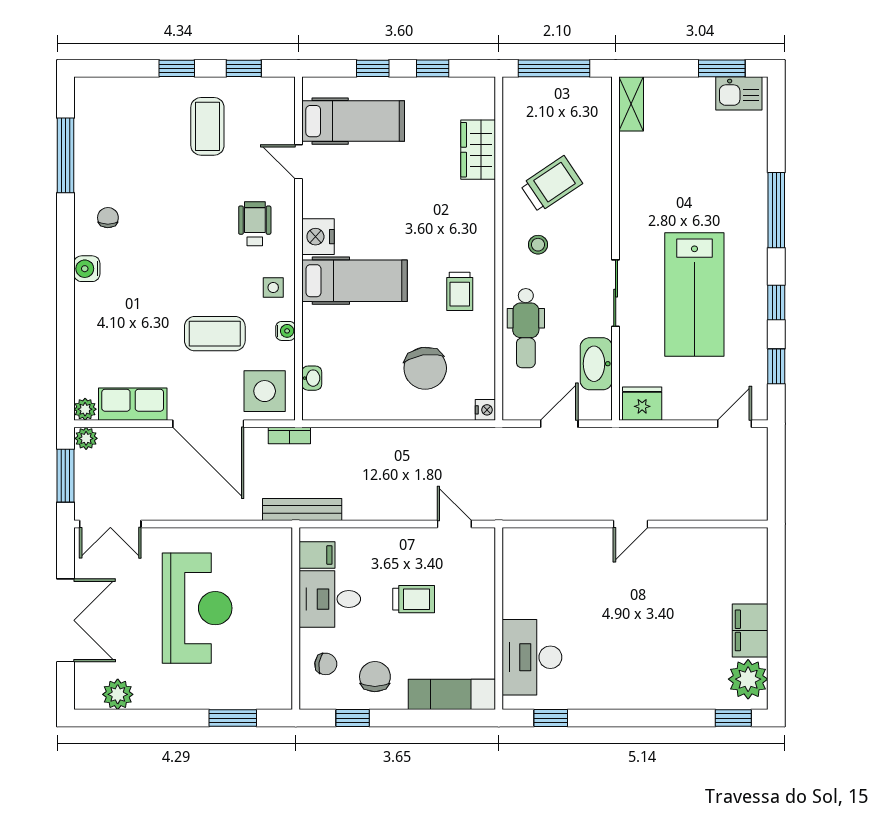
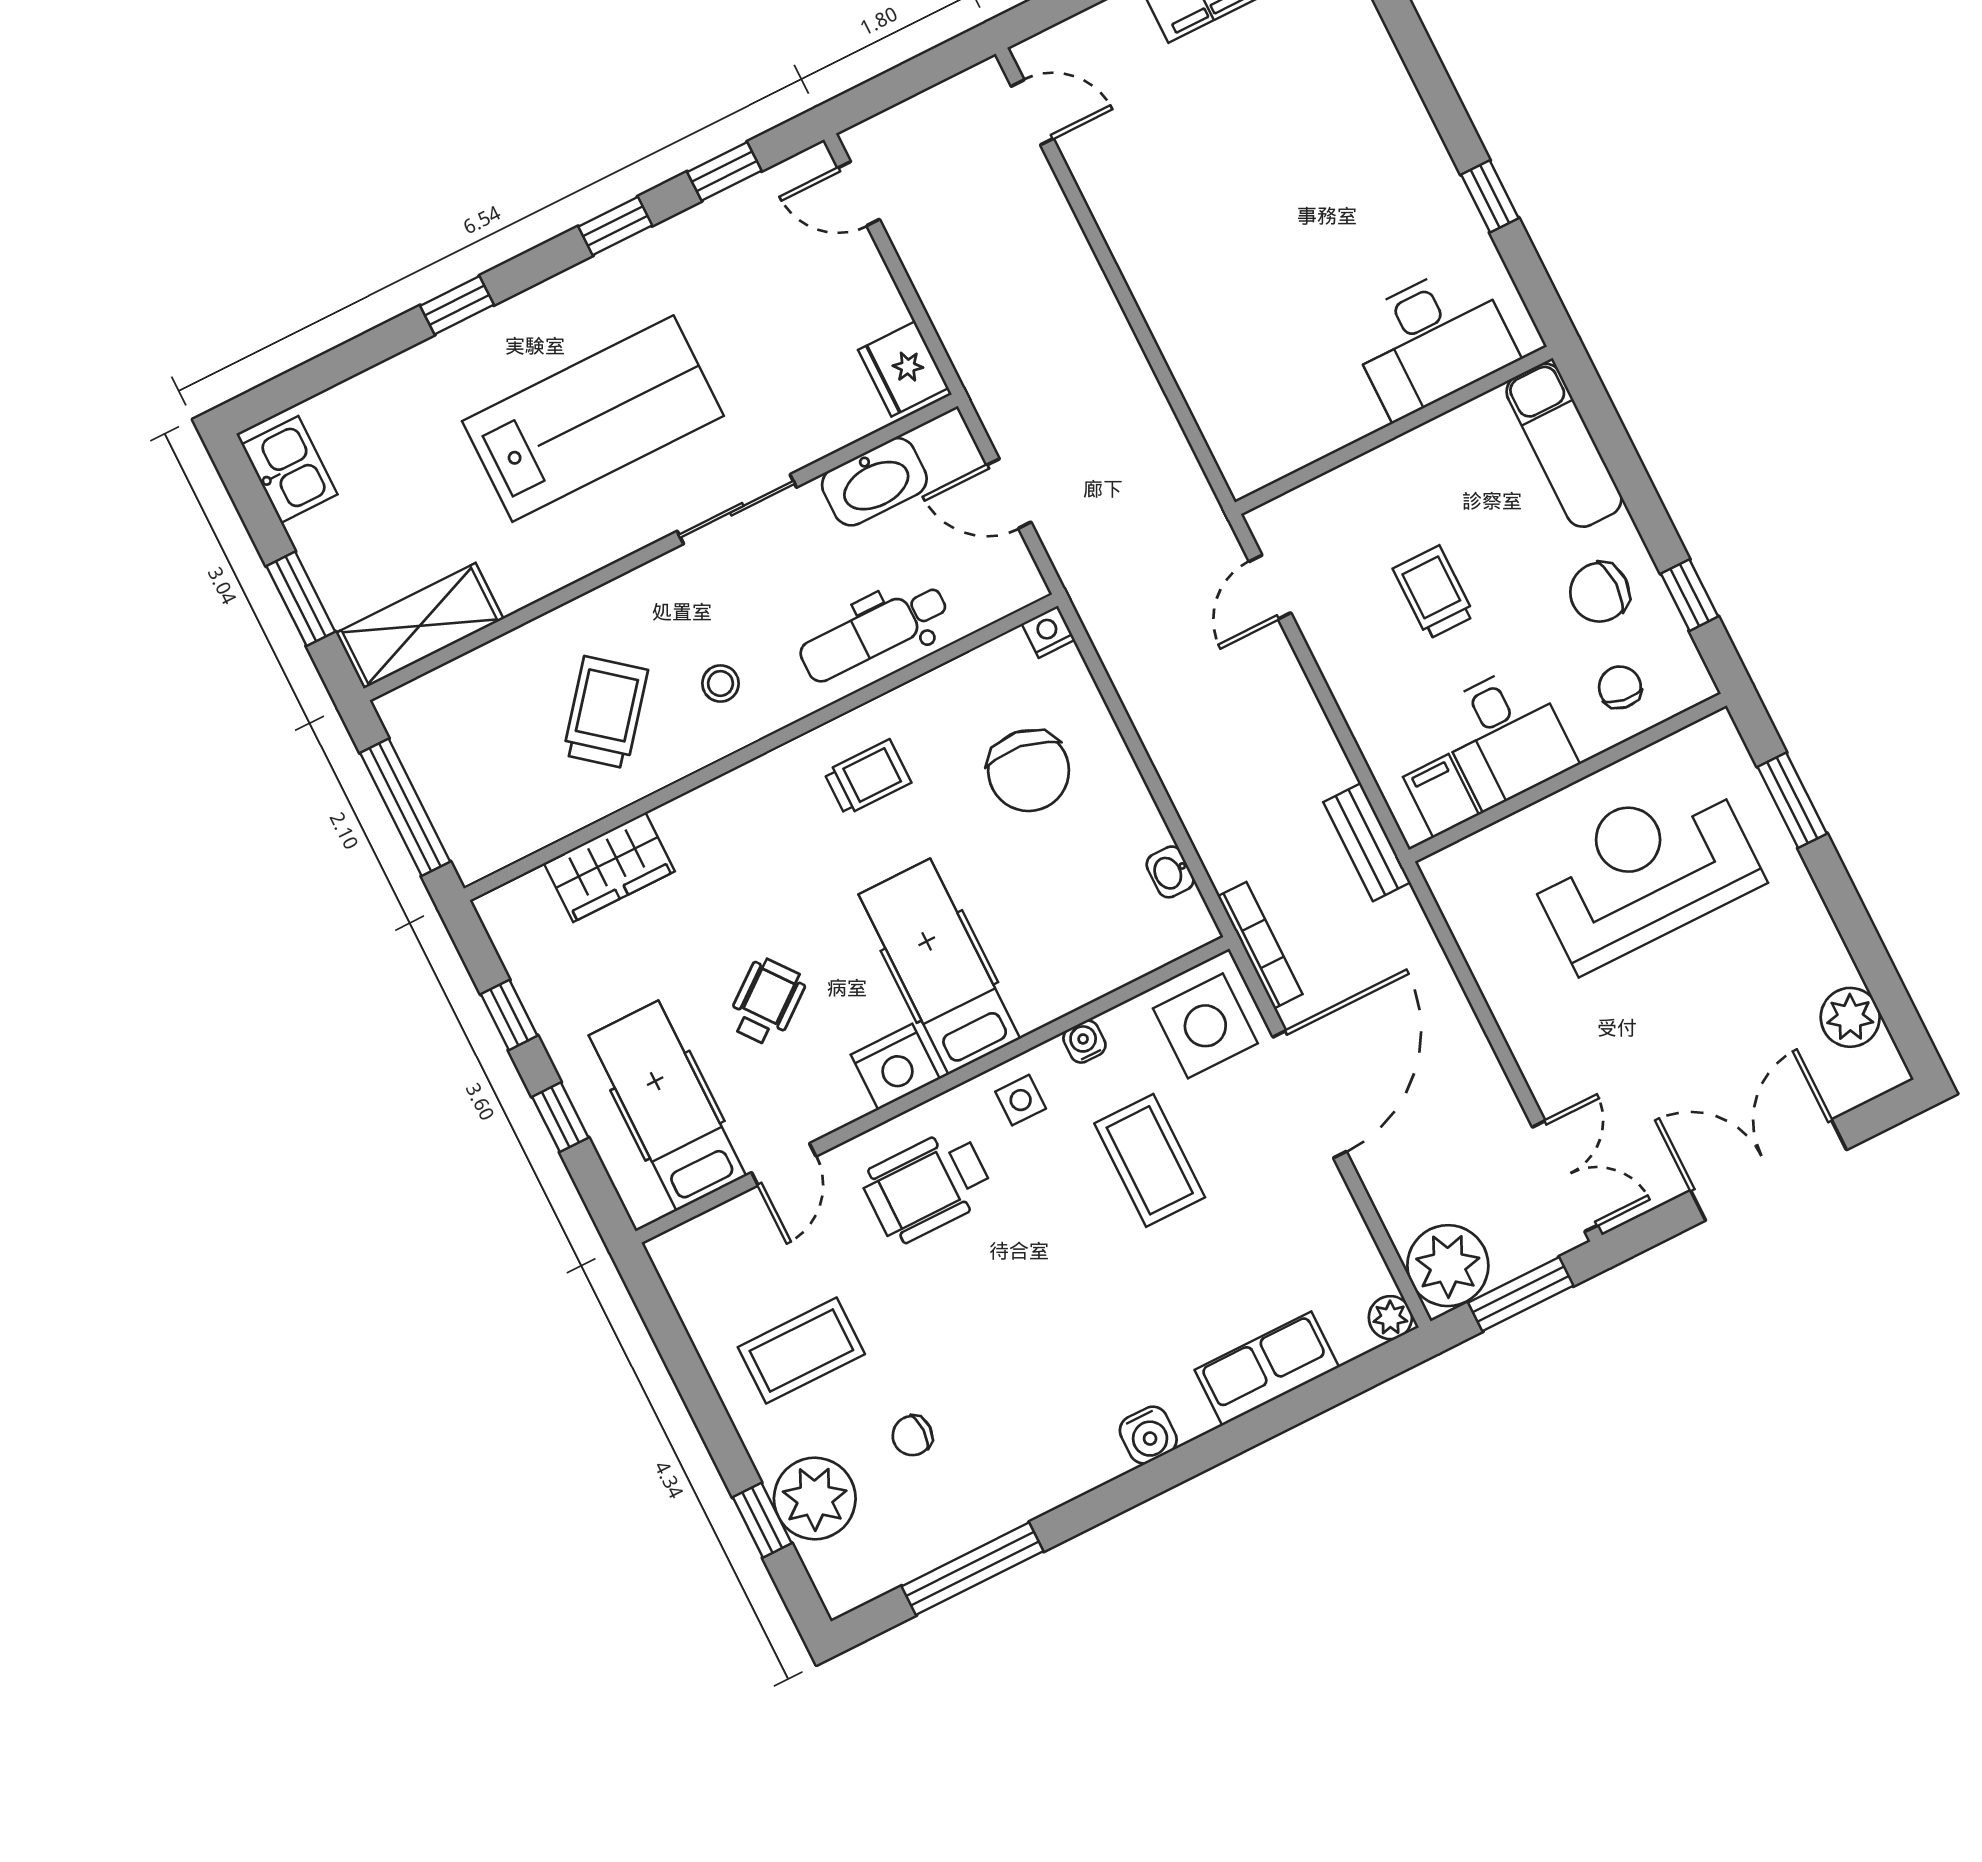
window: (177, 68) -> (762, 1520), moved
window: (244, 68) -> (671, 1338), removed
window: (722, 68) -> (301, 599), moved
plant: (135, 98) -> (815, 1498), added
shelving: (631, 104) -> (420, 626), width x1.50, depth x1.33
trolley: (551, 184) -> (605, 712), turned 73
wheelchair: (379, 192) -> (766, 1002), added
window: (776, 210) -> (457, 305), width x0.46
chair: (108, 218) -> (912, 1436), moved
wheelchair: (255, 224) -> (927, 1186), width x1.36, depth x1.37
lab bench: (694, 295) -> (593, 419), moved
dental chair: (526, 328) -> (874, 633), turned 180
chair: (425, 368) -> (1029, 771), turned 107
washbasin: (312, 378) -> (1170, 872), moved, turned -90
row of seats: (133, 404) -> (1267, 1369), moved, turned 90
bookcase: (289, 436) -> (1260, 945), width x1.56
plant: (86, 438) -> (1448, 1266), width x1.88, depth x1.88
bench: (302, 510) -> (1367, 842), width x0.73
door: (630, 524) -> (1032, 112), moved
reception desk: (197, 608) -> (1644, 871), moved
window: (551, 718) -> (1490, 196), moved

